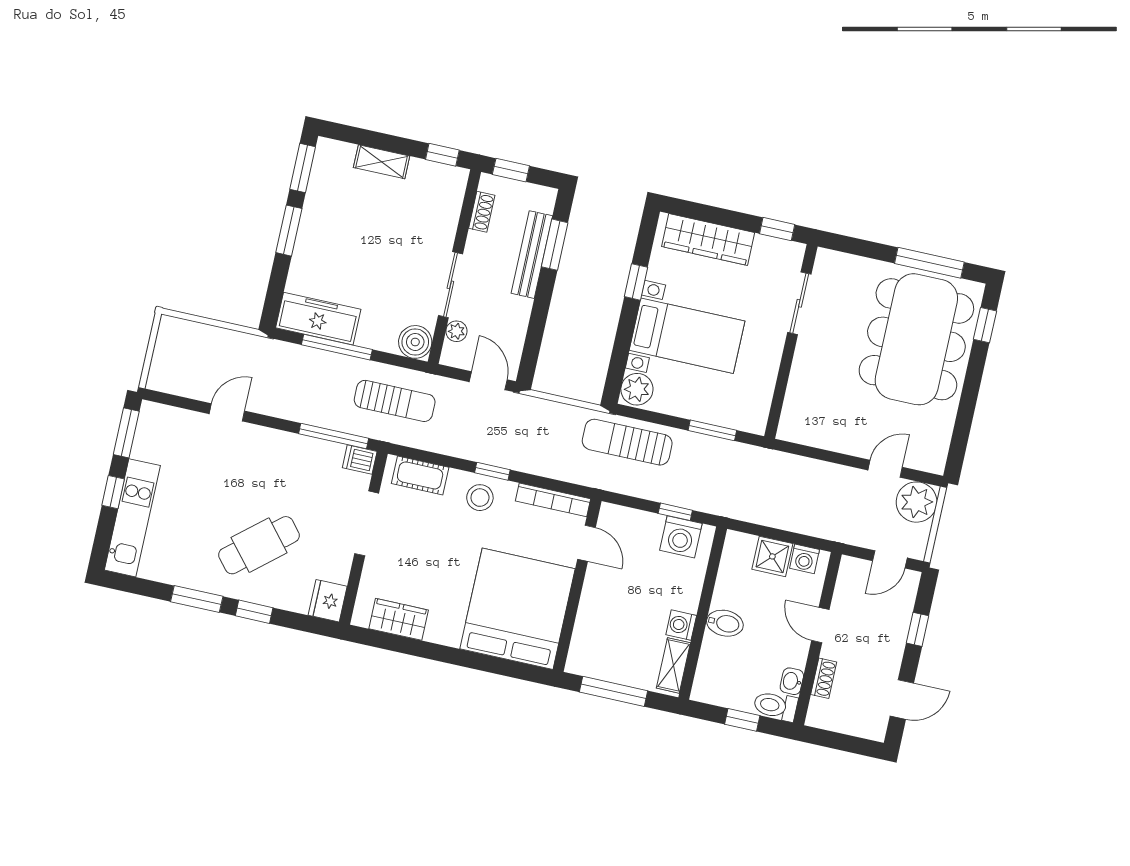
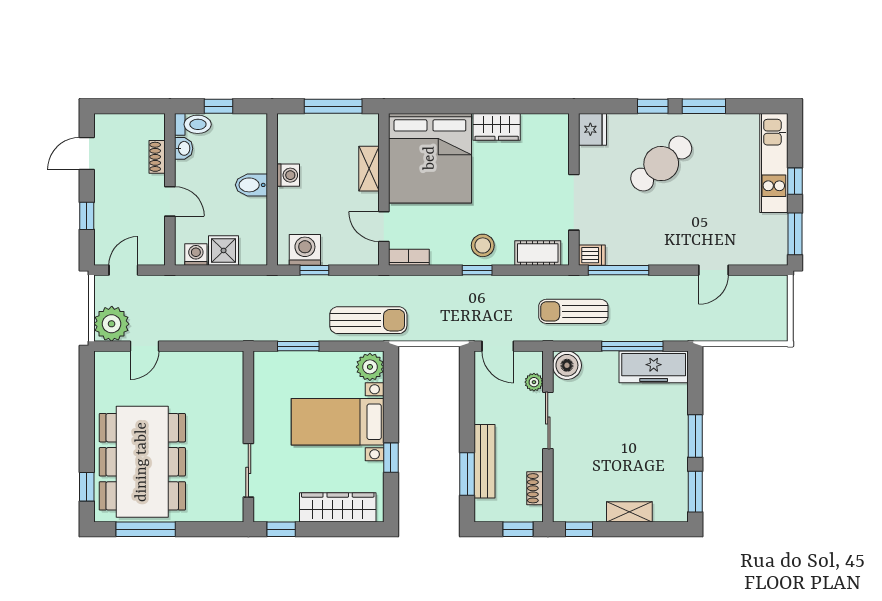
bookcase: (553, 500) -> (409, 257), width x0.64
wardrobe: (399, 619) -> (497, 127), moved
shelving: (673, 665) -> (369, 169), moved

